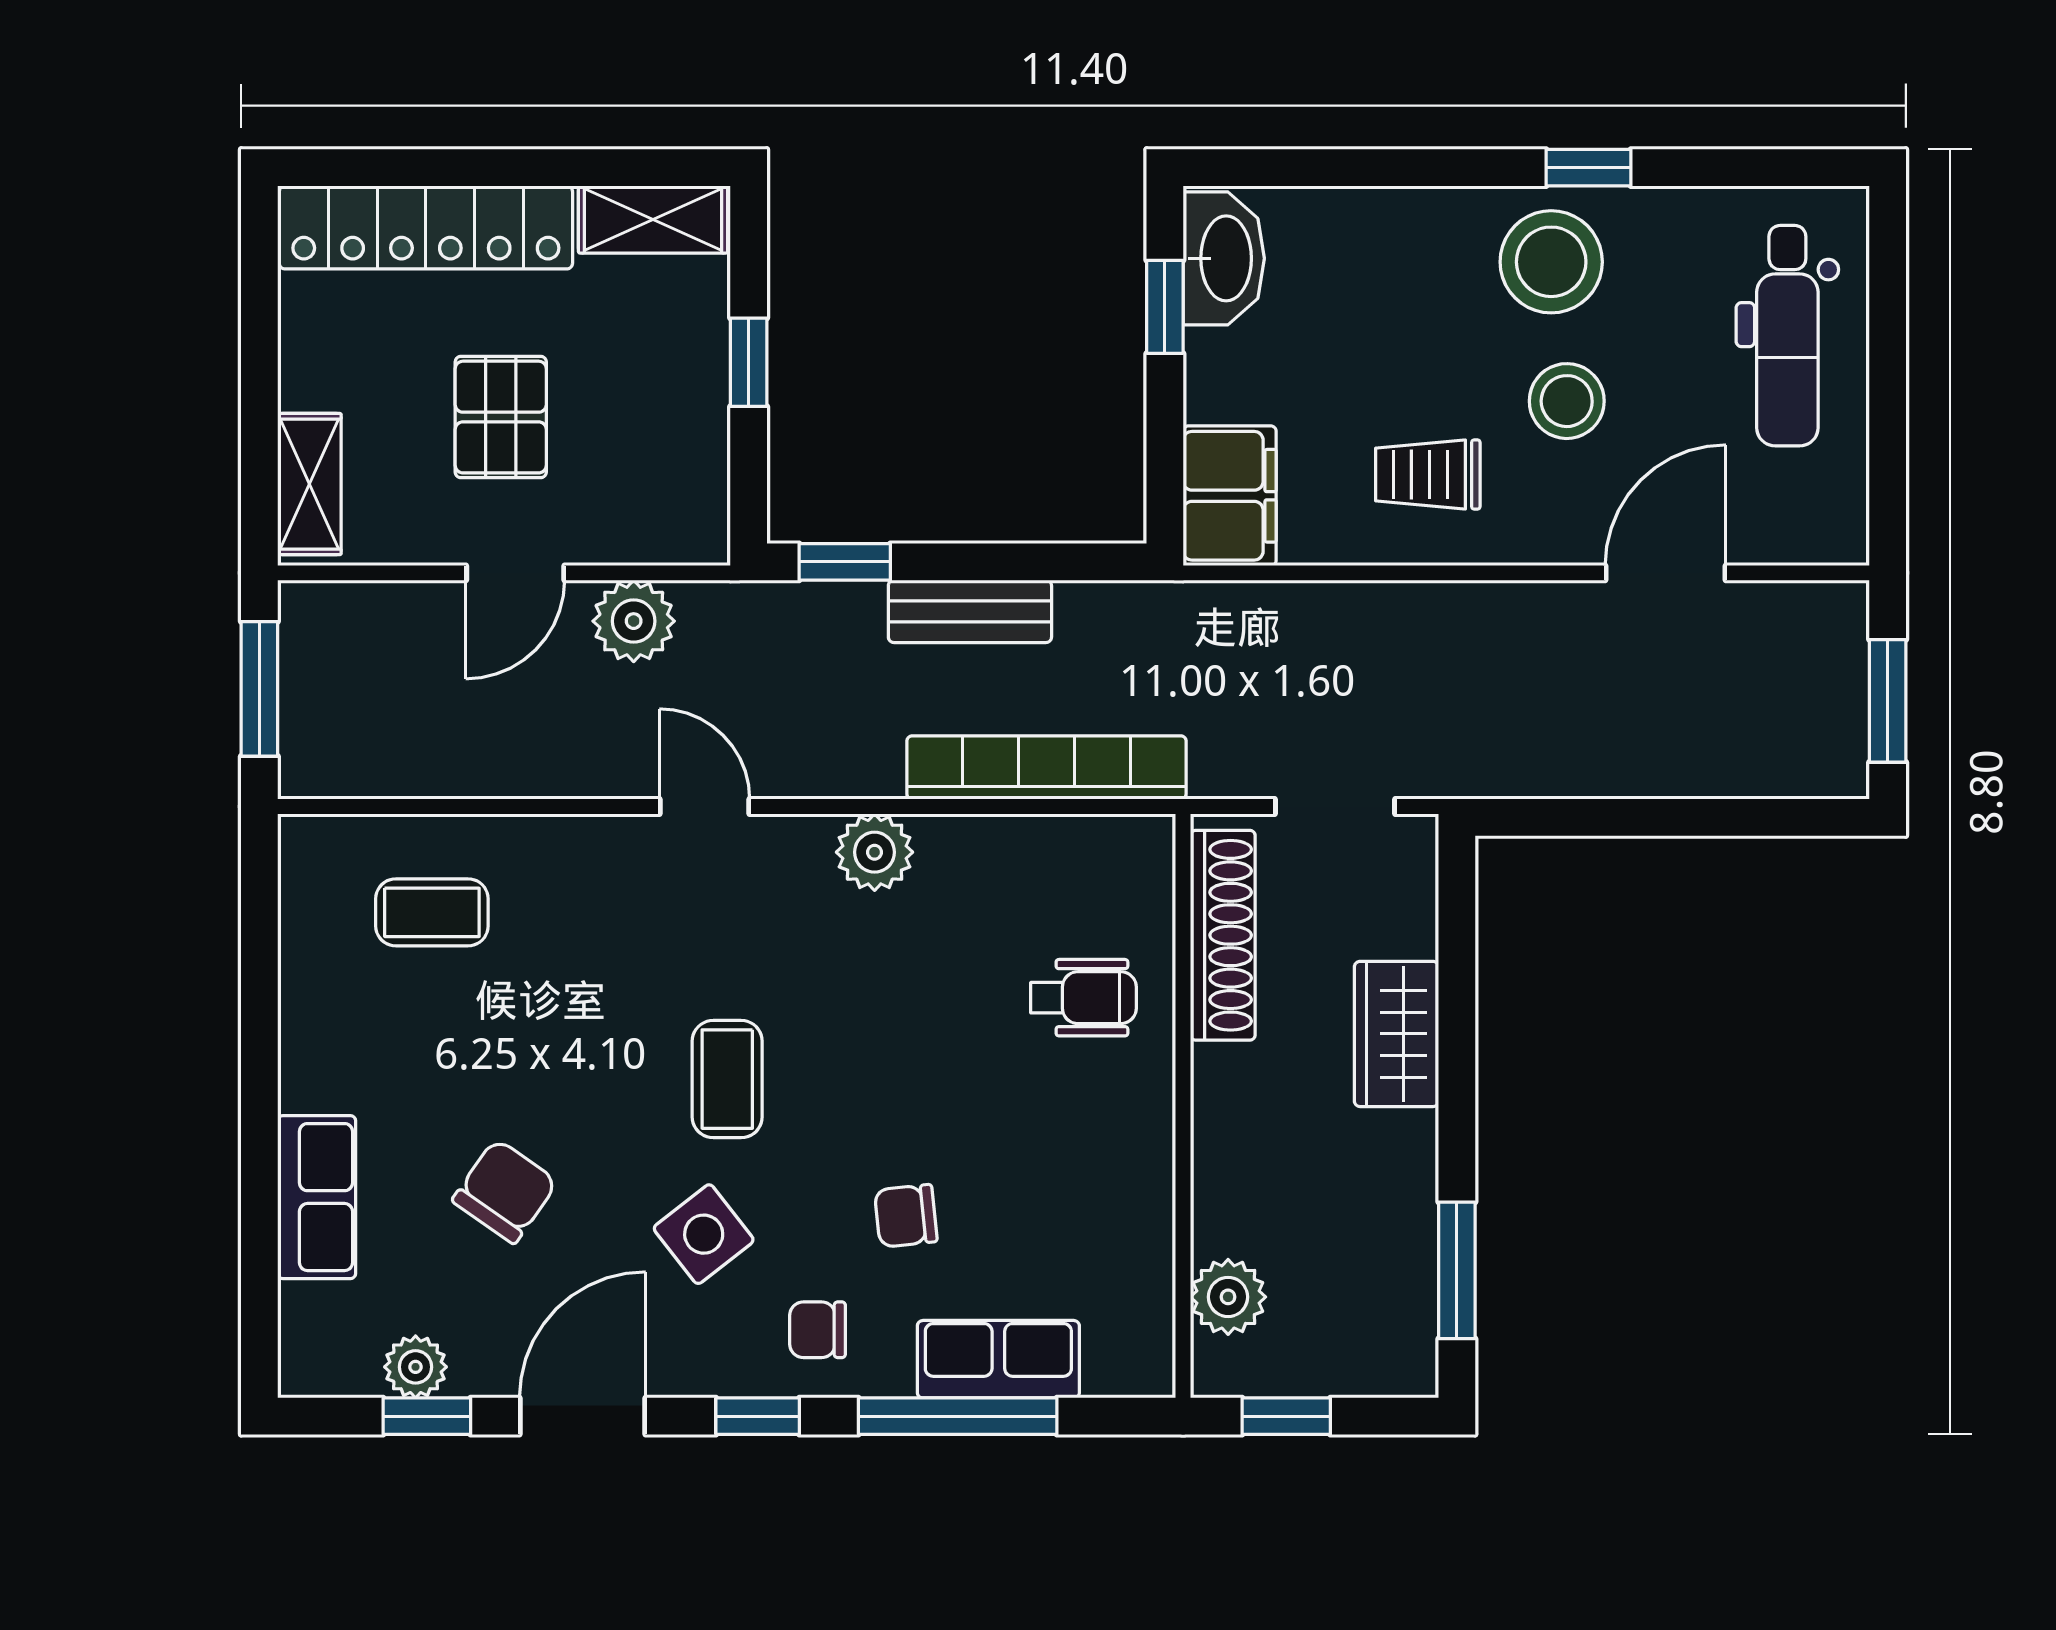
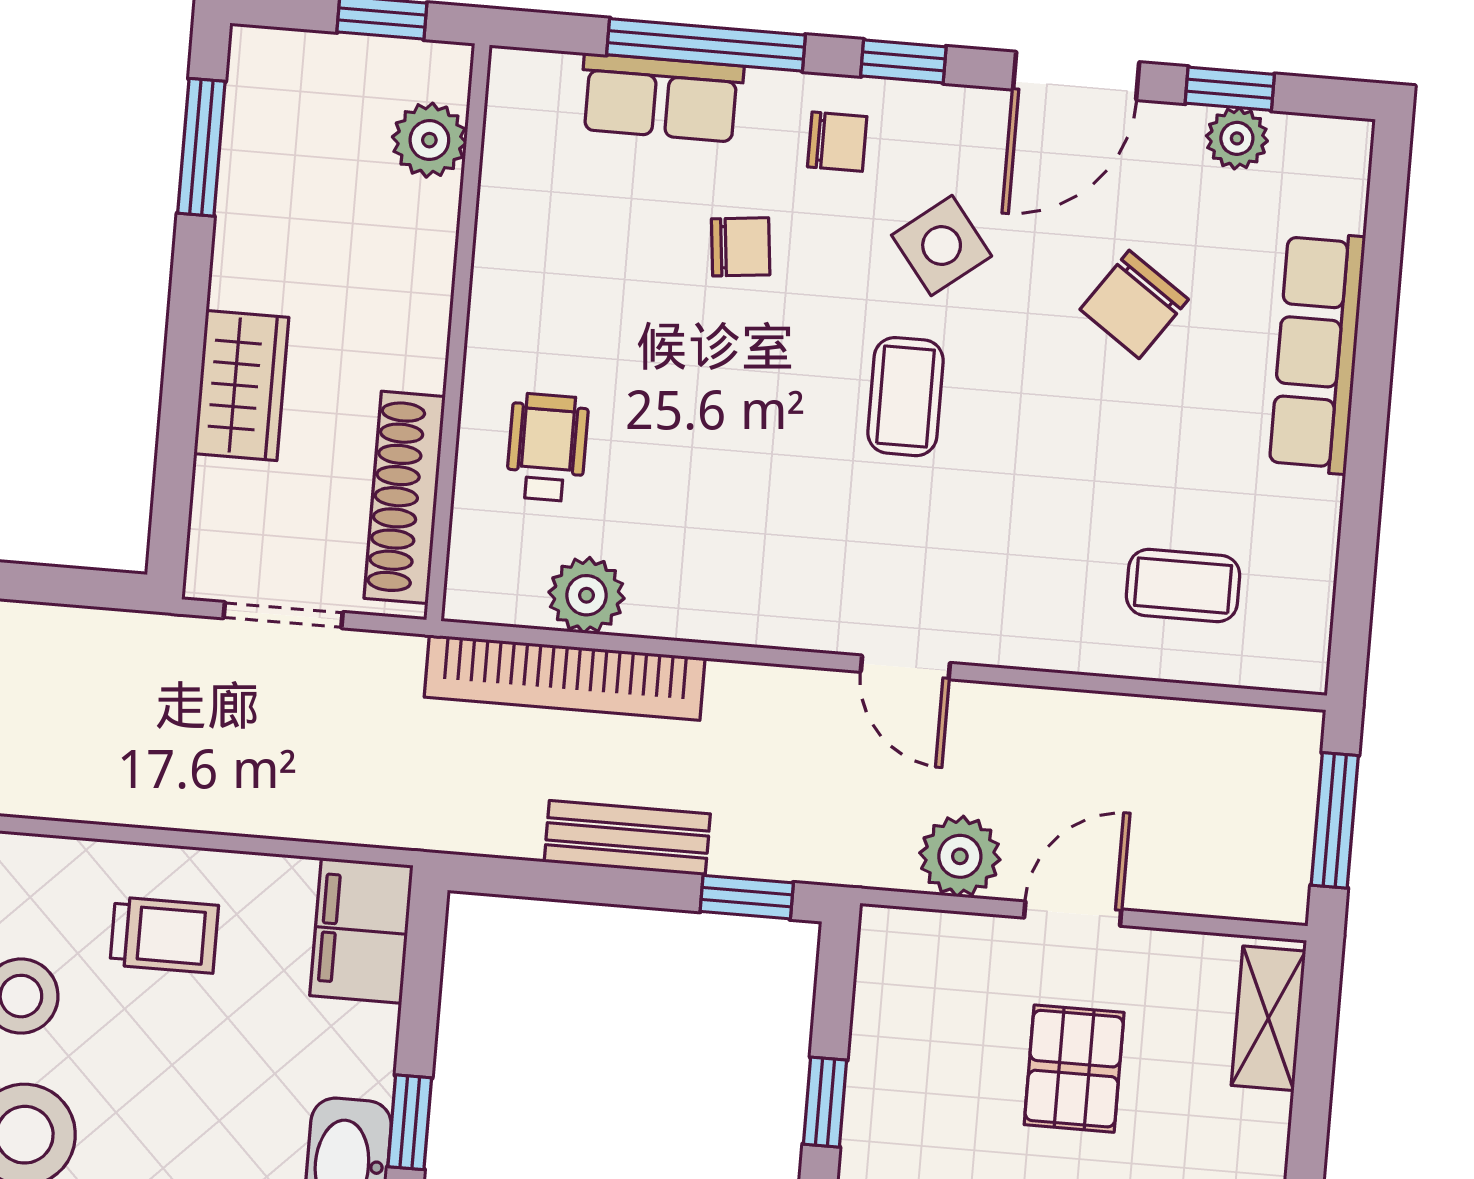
plant: (875, 852) -> (586, 595), moved
wheelchair: (1083, 998) -> (547, 447), turned 90
row of seats: (317, 1197) -> (1317, 353), width x1.48

